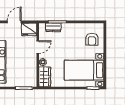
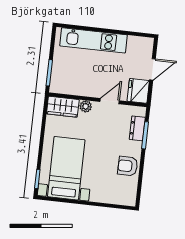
door: (14, 22) -> (152, 69), hinge flipped
armchair: (92, 39) -> (128, 166), moved
door: (38, 47) -> (110, 101), swing flipped

